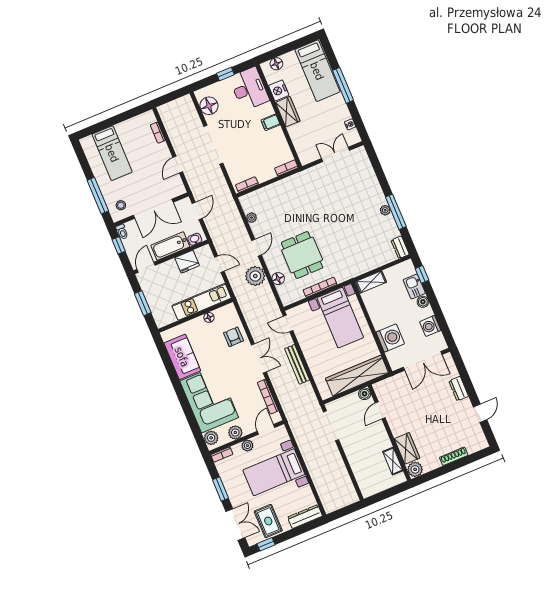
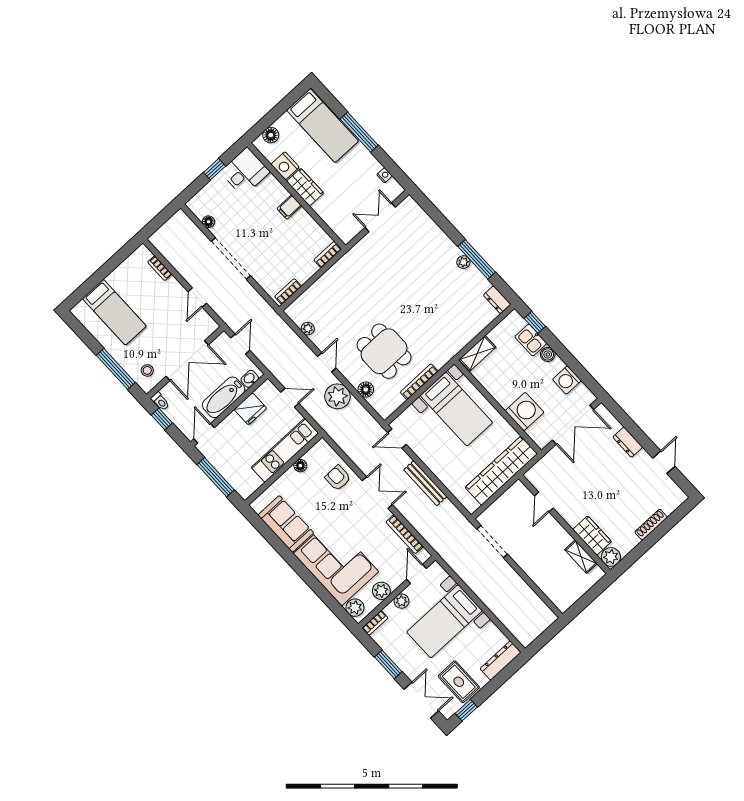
desk: (249, 89) -> (245, 172), width x0.73
floor lamp: (209, 106) -> (209, 222), width x0.53, depth x0.53
window: (143, 303) -> (216, 477), width x1.44
boiler: (365, 394) -> (518, 489), removed

